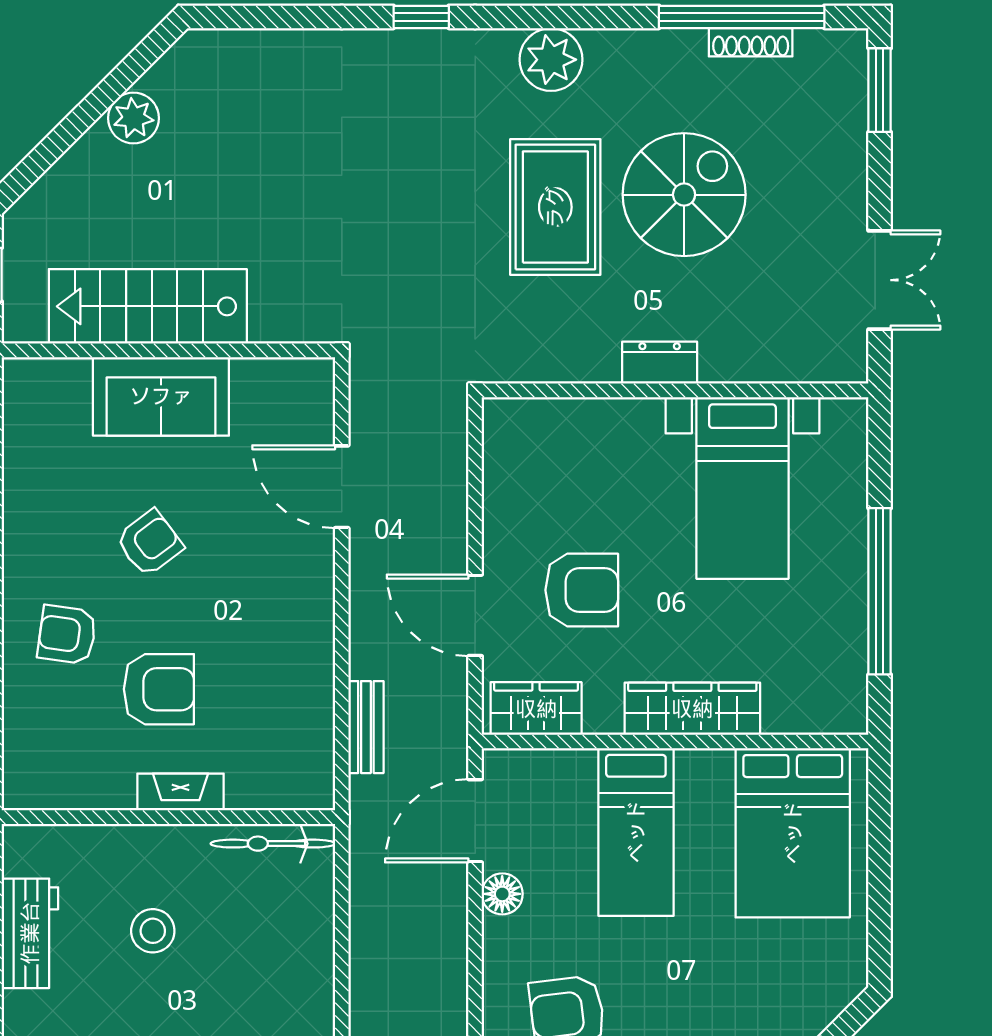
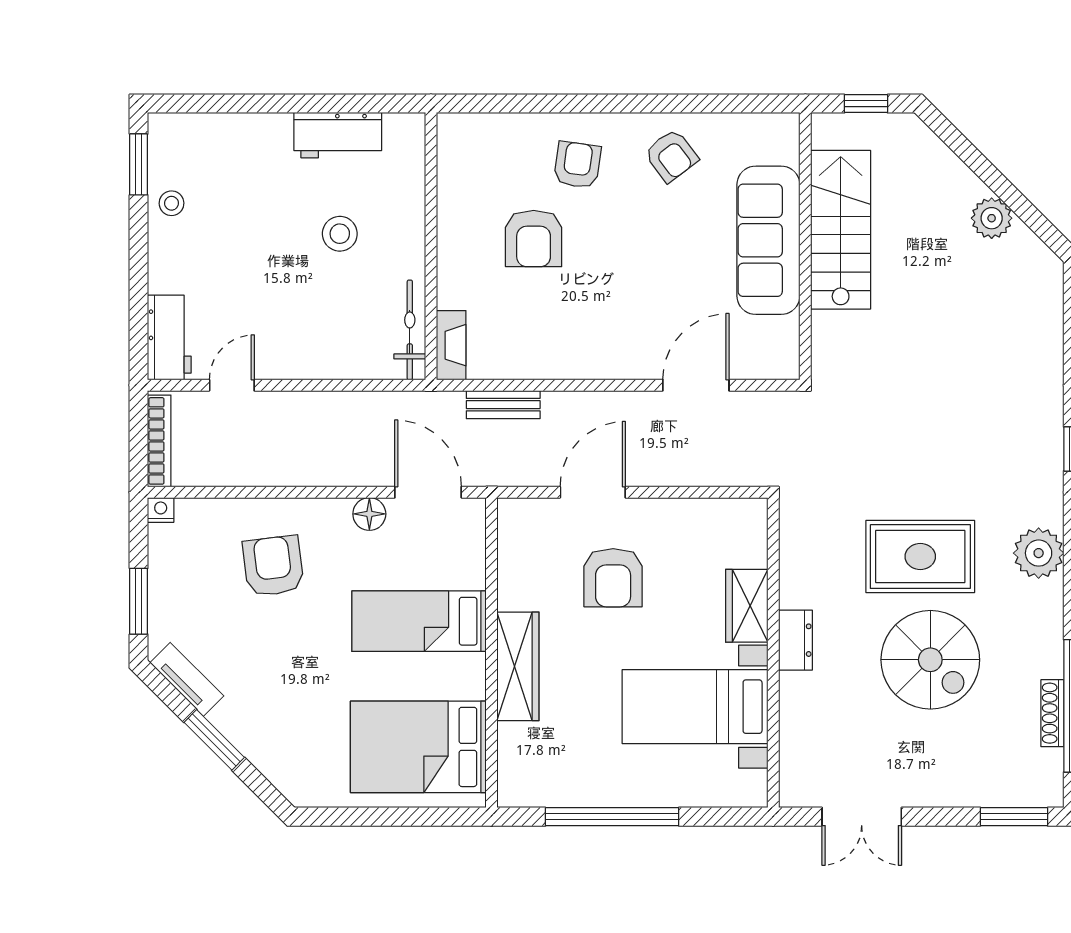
sofa: (161, 396) -> (768, 240), width x1.36
armchair: (150, 543) -> (671, 156), moved
wardrobe: (536, 709) -> (747, 606), moved, turned 180
fireplace: (180, 792) -> (451, 345), moved

